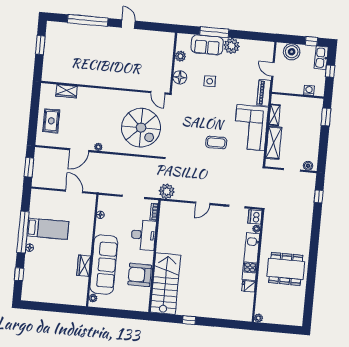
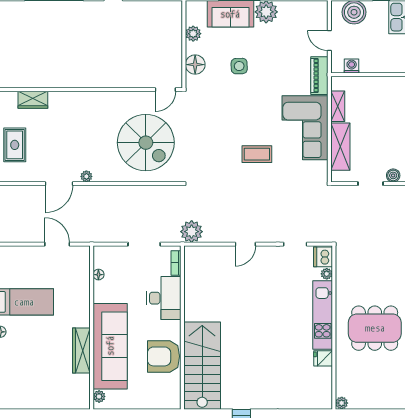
washing machine: (309, 90) -> (352, 66), moved
door: (158, 93) -> (165, 90), hinge flipped
wardrobe: (84, 266) -> (81, 351), width x1.50

